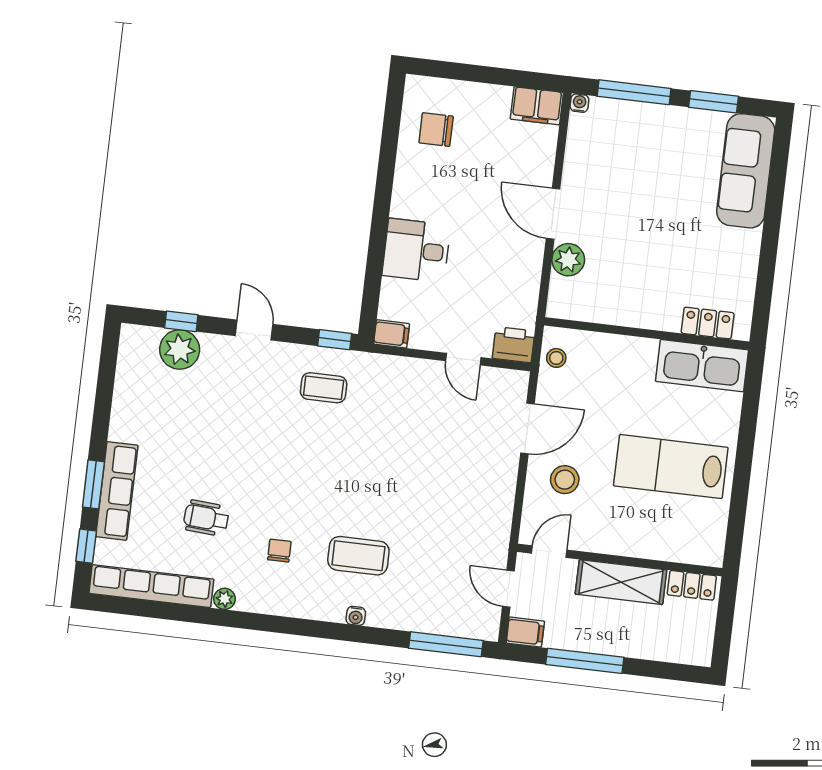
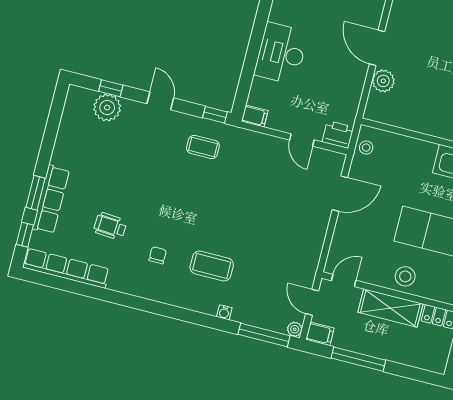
desk: (416, 250) -> (281, 53), width x1.37
stool: (565, 480) -> (405, 276), moved
plant: (224, 599) -> (295, 329), moved
water cooler: (356, 616) -> (224, 312), moved

